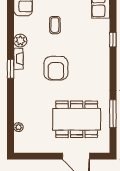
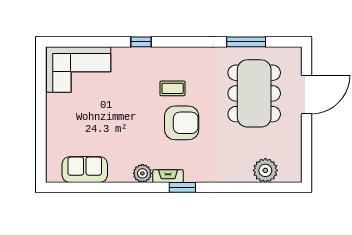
coffee table: (55, 25) -> (173, 88), moved
plant: (18, 127) -> (265, 170), width x1.87, depth x1.87

